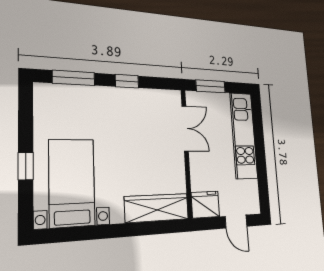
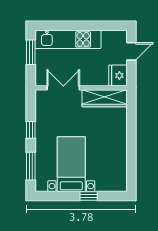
window: (211, 86) -> (31, 52), moved
bed with nightstands: (72, 183) -> (71, 164), moved, turned 90
wardrobe: (157, 208) -> (105, 98), moved, turned -90

